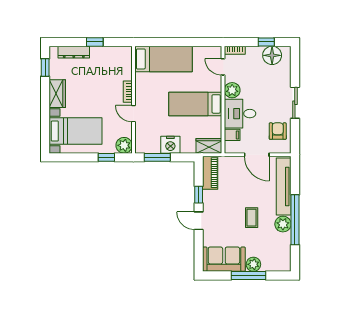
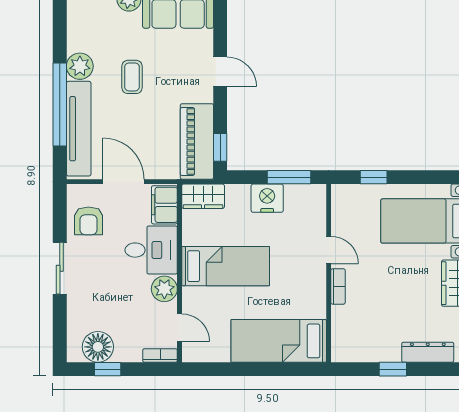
filing cabinet: (232, 135) -> (164, 205), width x2.00
plant: (124, 145) -> (344, 197), removed
piano: (210, 173) -> (197, 141), width x1.37, depth x1.33
window: (199, 195) -> (220, 147), moved
window: (295, 220) -> (60, 105), moved

